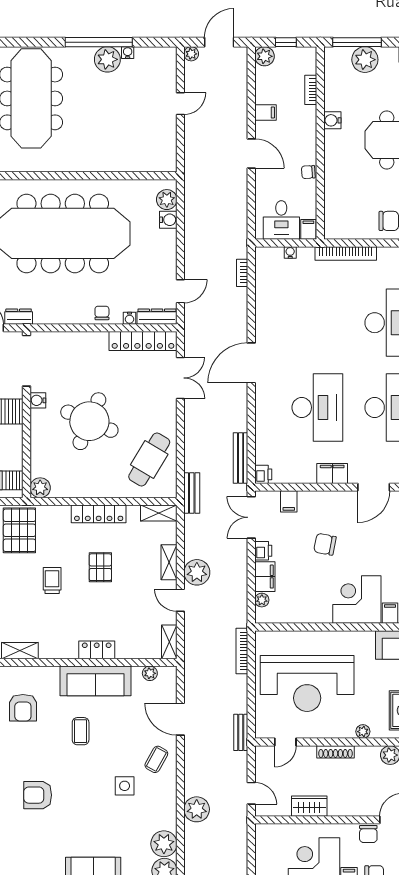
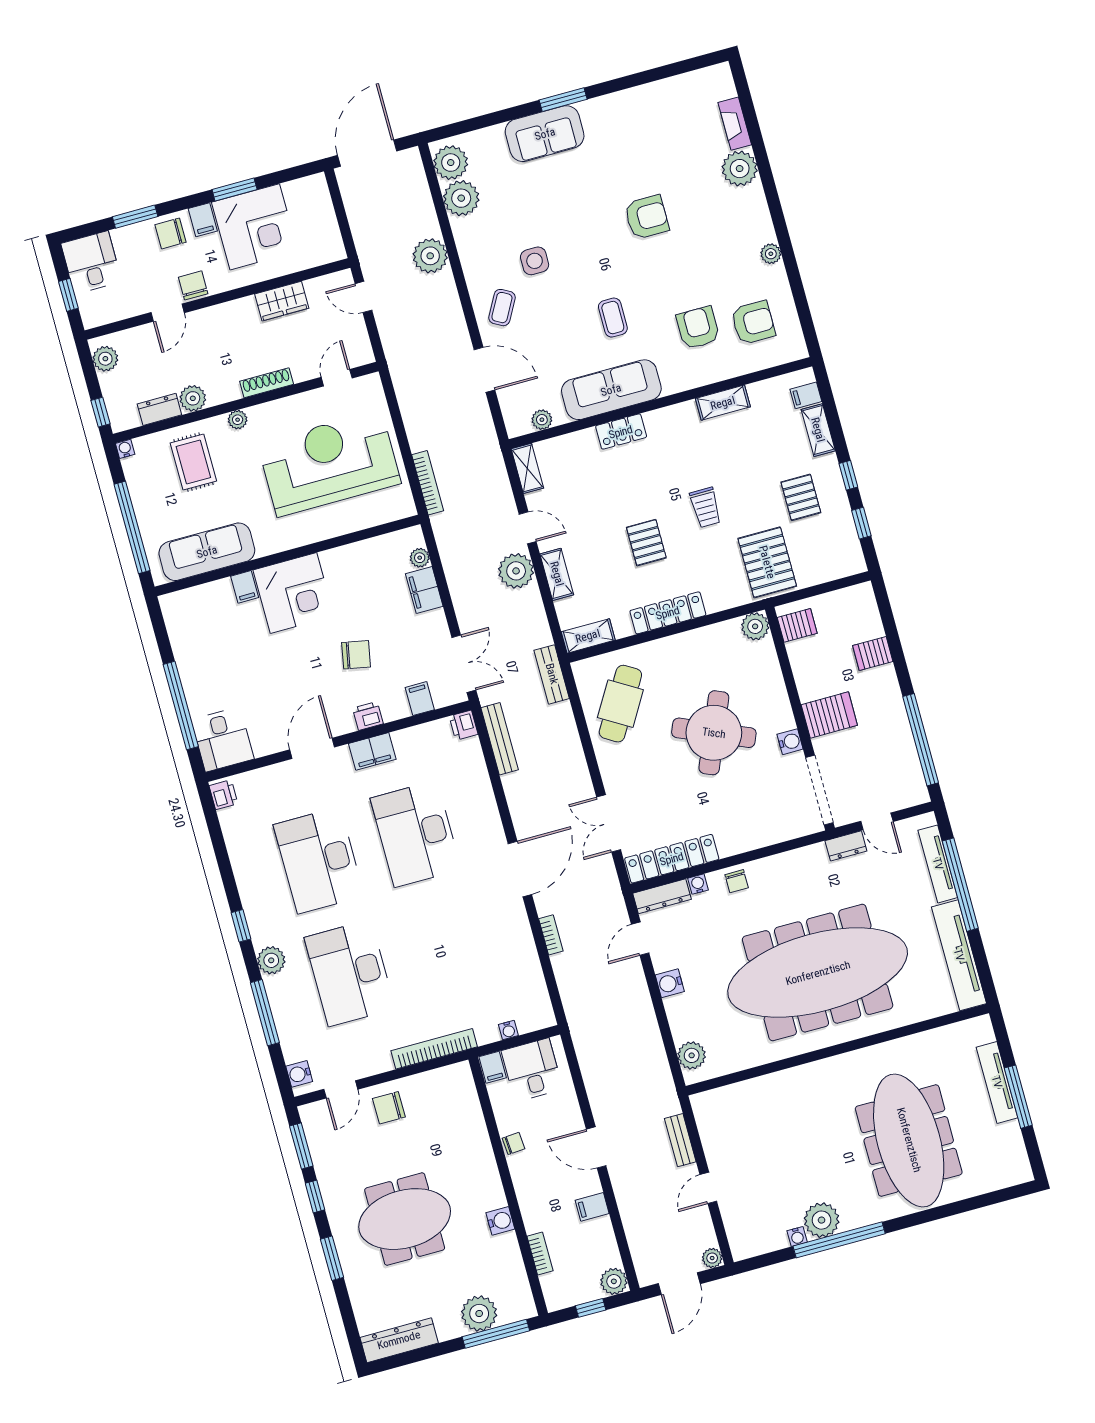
water cooler: (168, 220) -> (670, 983), moved
bookcase: (242, 273) -> (551, 935), moved
printer: (263, 551) -> (368, 716), moved, turned 90
bench: (241, 732) -> (680, 1140), moved

